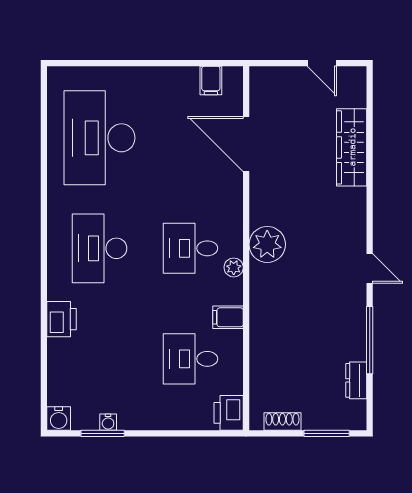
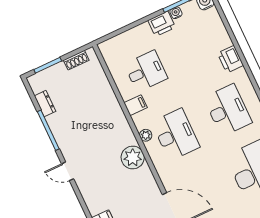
desk: (190, 248) -> (176, 135), width x1.37
printer: (229, 413) -> (162, 24), moved, turned 90

